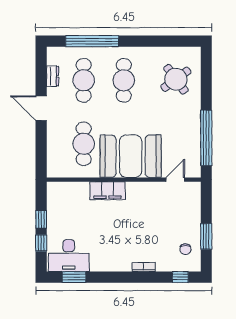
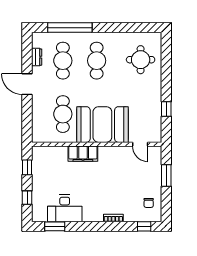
round table: (176, 79) -> (141, 60), turned 36
window: (206, 138) -> (166, 109), width x0.32
door: (175, 180) -> (140, 144), swing flipped
window: (41, 219) -> (27, 167), moved
window: (206, 236) -> (166, 176), moved
desk: (69, 256) -> (65, 208), moved

